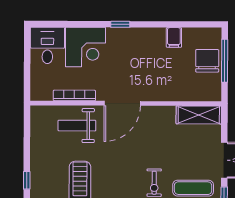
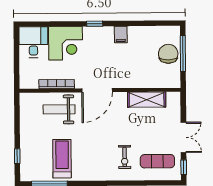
filing cabinet: (174, 37) -> (121, 35), moved
shelving: (199, 115) -> (147, 100), moved

